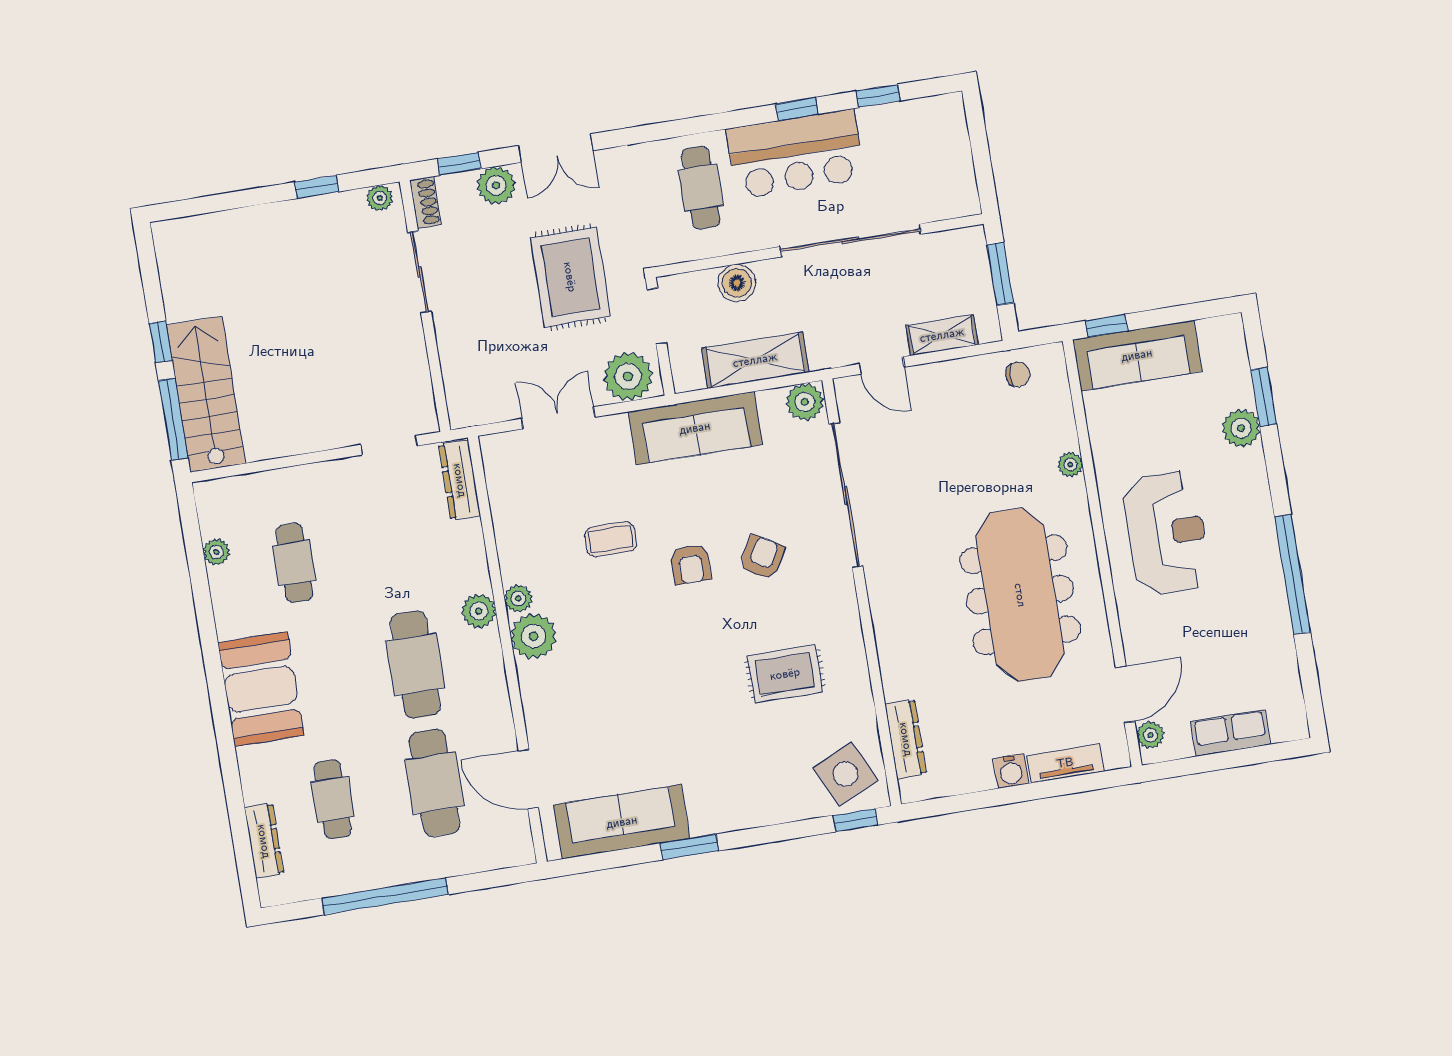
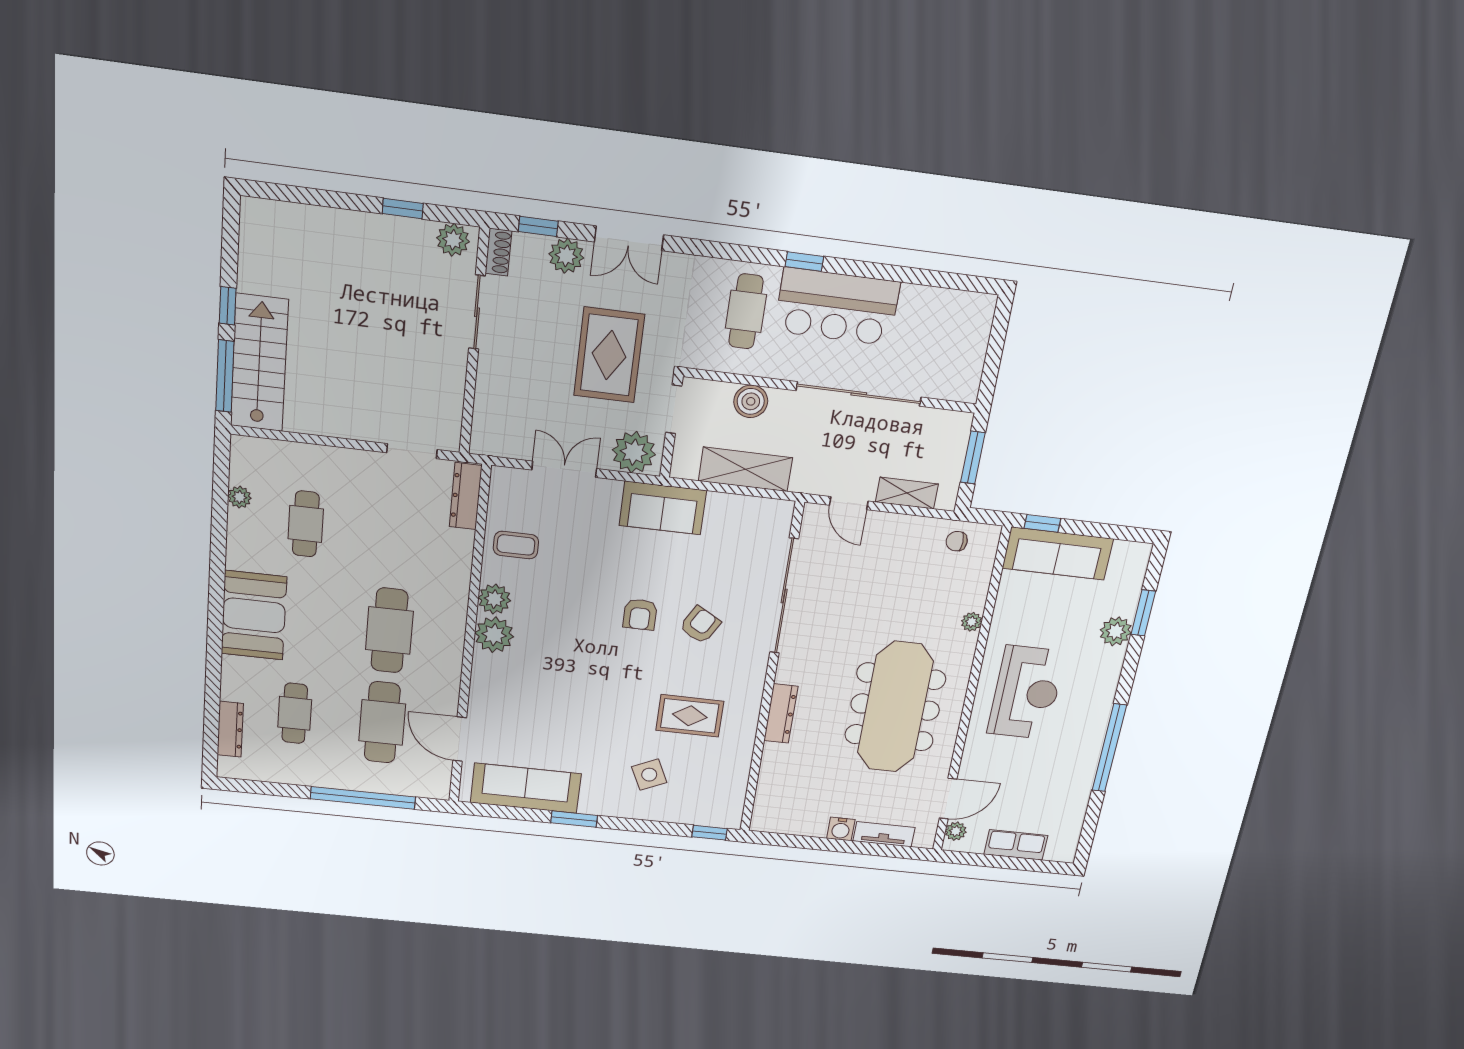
window: (878, 96) -> (926, 277), removed
window: (797, 109) -> (804, 261), moved
plant: (380, 198) -> (453, 240), width x1.38, depth x1.38
chair: (1018, 374) -> (957, 541), turned 180
plant: (805, 402) -> (775, 514), removed
sofa: (695, 428) -> (663, 508), width x0.73
coffee table: (611, 539) -> (516, 545), moved
plant: (518, 598) -> (494, 599), width x1.38, depth x1.38
plant: (479, 611) -> (454, 604), removed
dresser: (906, 739) -> (781, 714), moved
side table: (845, 774) -> (649, 775), moved, width x0.73, depth x0.73
window: (385, 896) -> (363, 798), moved

